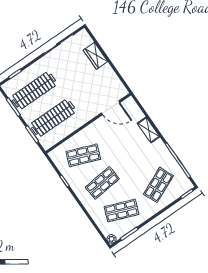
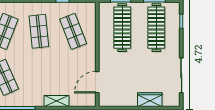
shop shelf: (83, 155) -> (73, 31), turned -42

